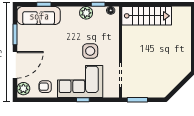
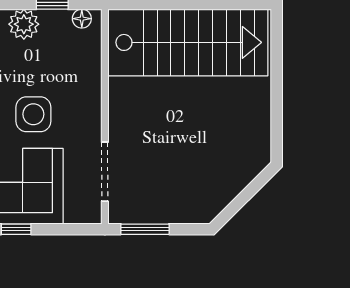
stairs: (147, 16) -> (188, 42), width x1.36, depth x1.51

